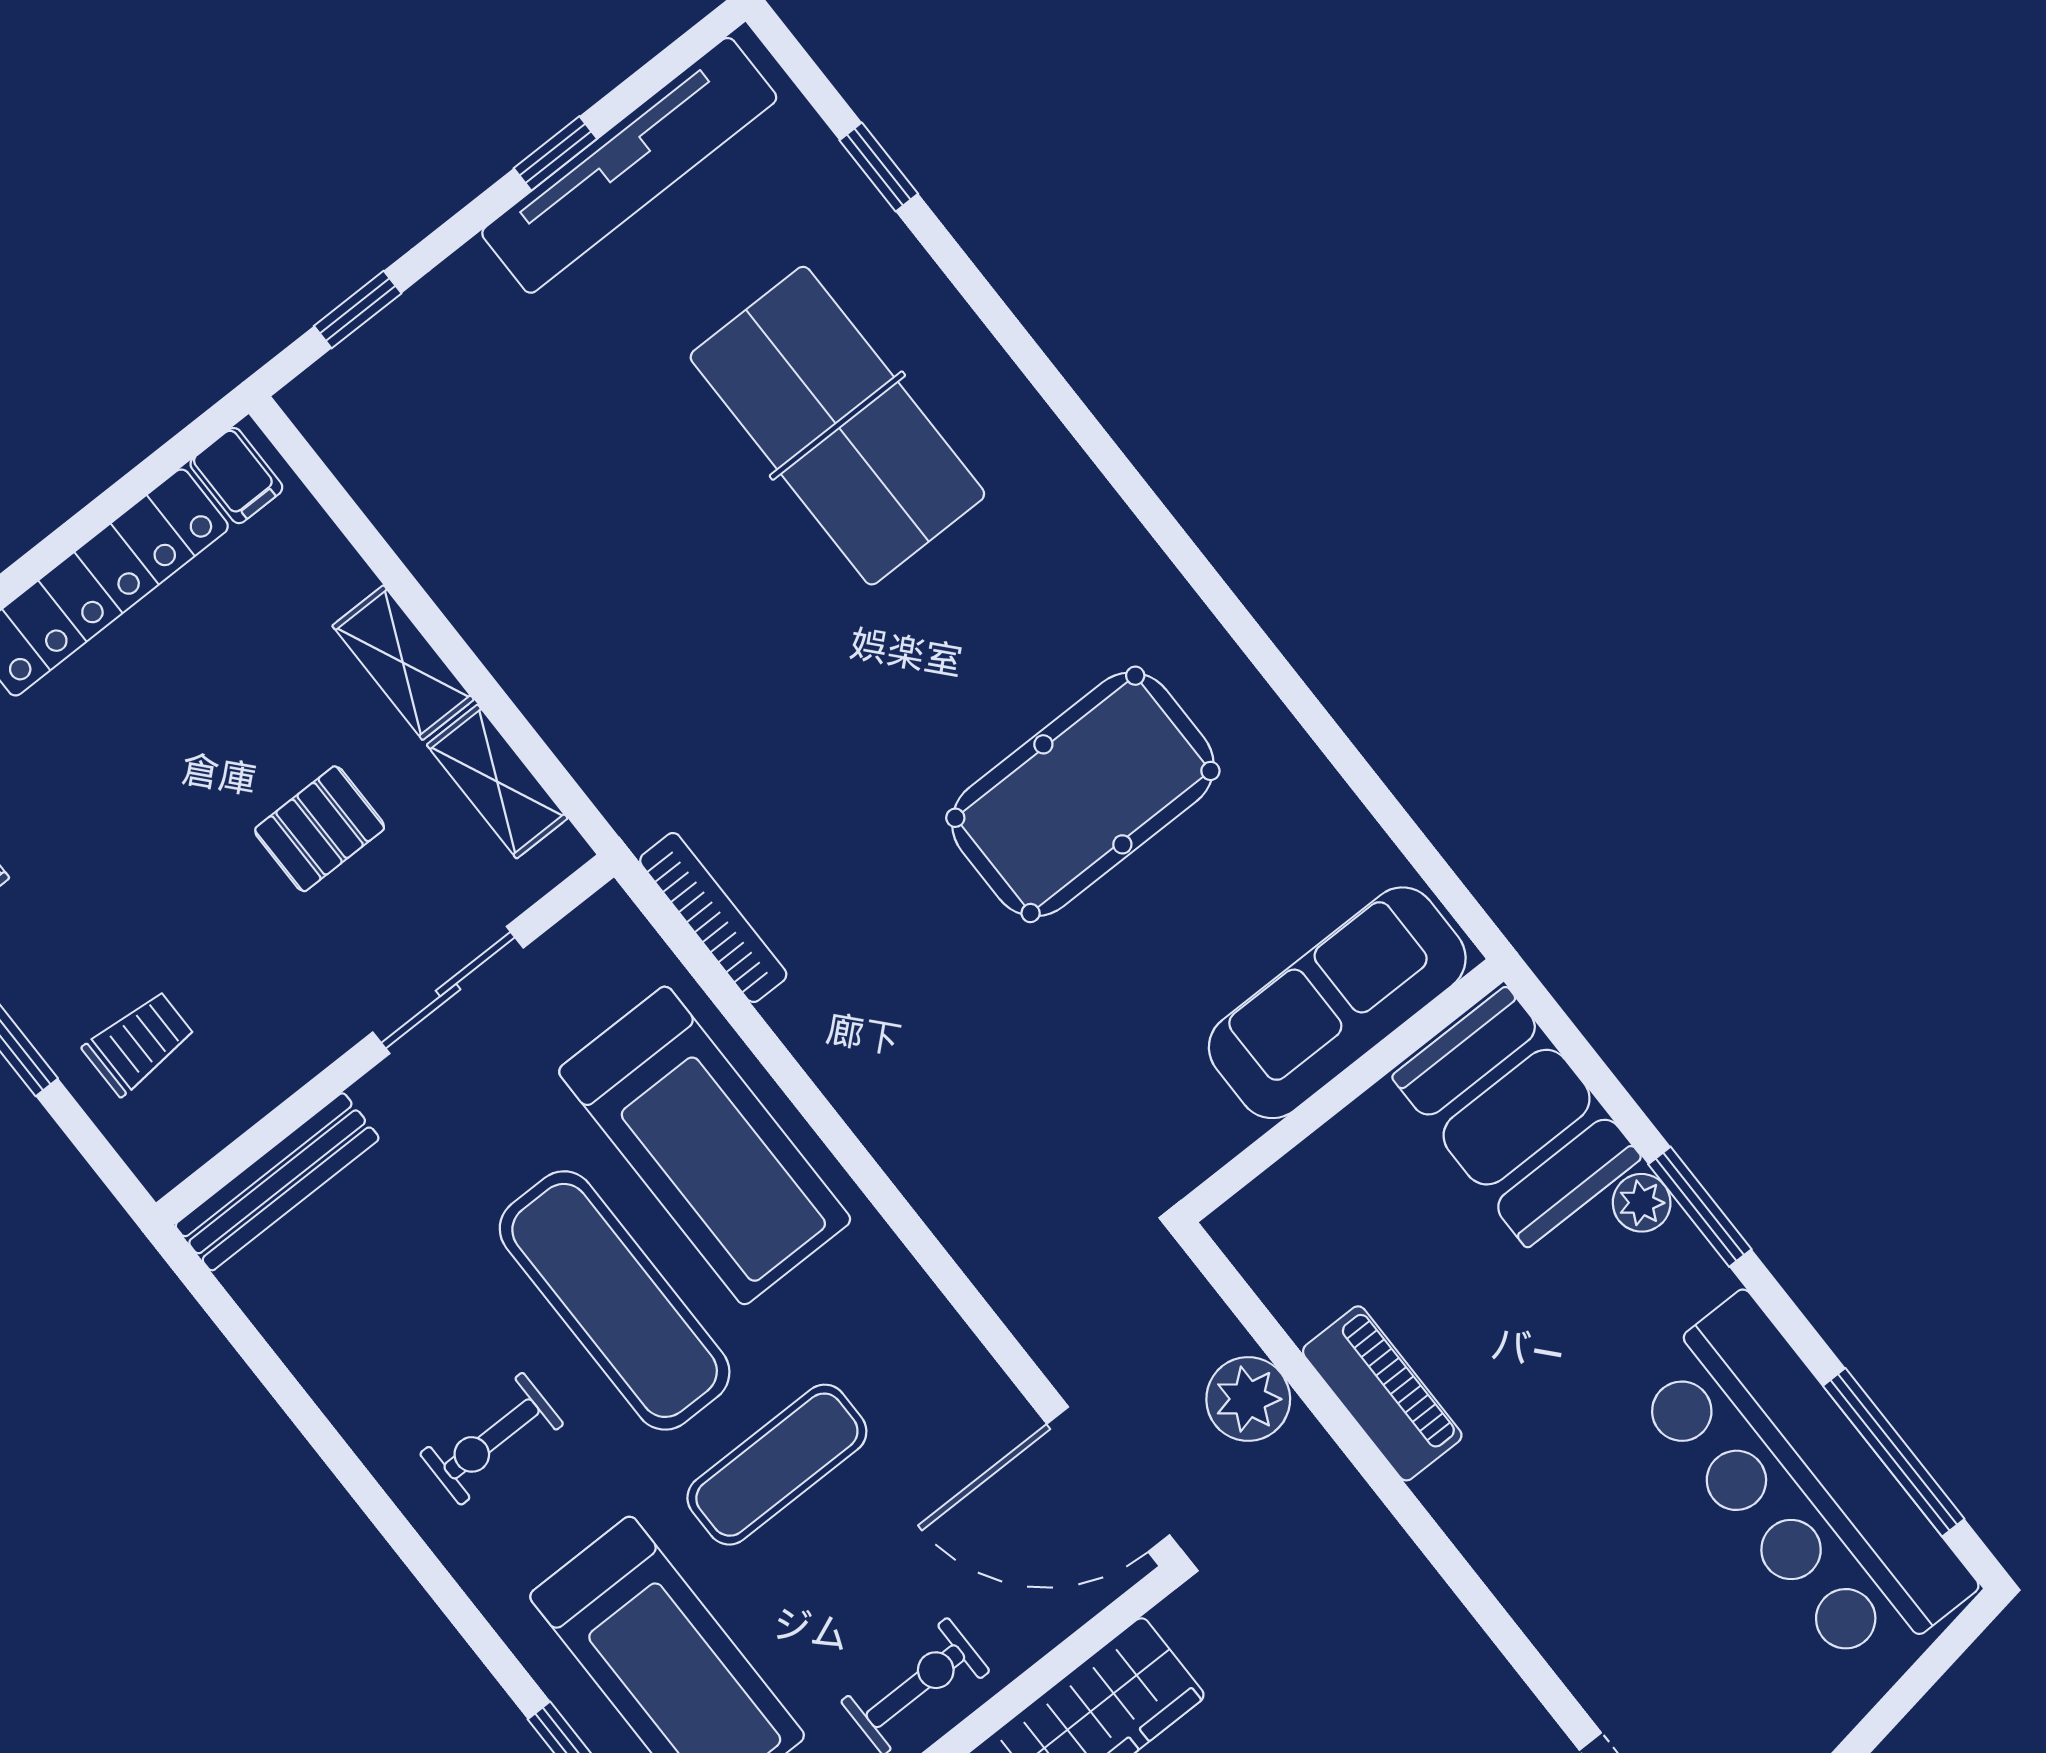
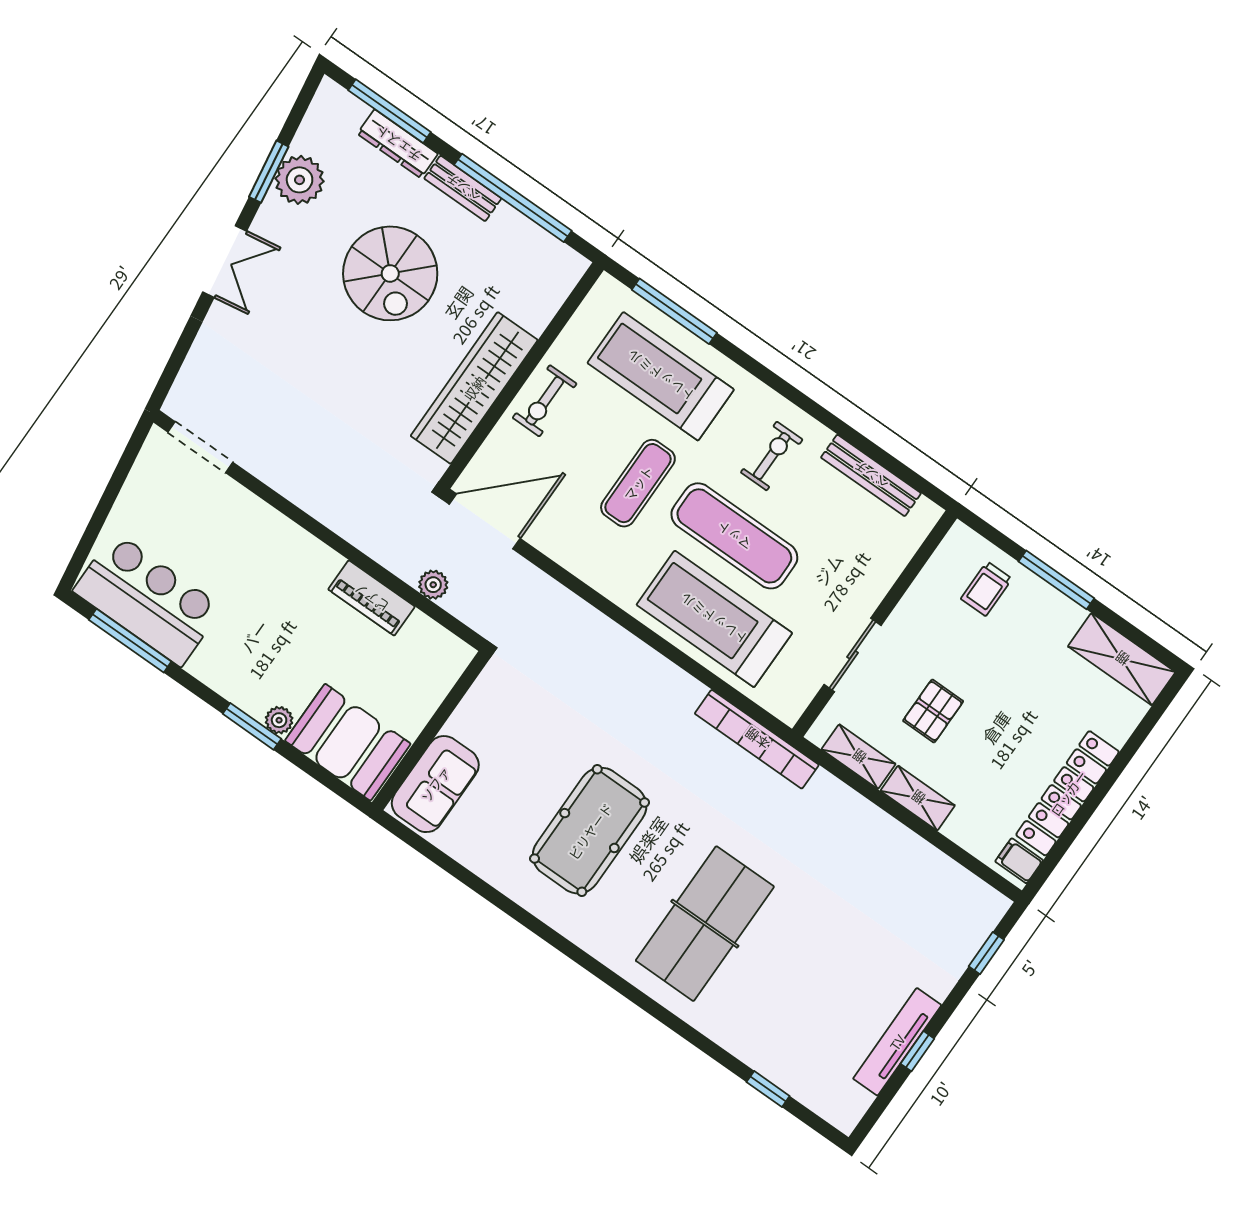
tv unit: (629, 165) -> (897, 1042), width x0.73, depth x0.78
table tennis table: (837, 426) -> (705, 924), moved, turned 90
bookcase: (713, 918) -> (757, 739), width x1.48, depth x1.31
sofa: (1337, 1003) -> (435, 784), width x0.73
bench: (277, 1182) -> (871, 475), moved, turned 90
plant: (1248, 1399) -> (433, 585), width x0.73, depth x0.73
bar counter: (1802, 1485) -> (148, 599), width x0.73

